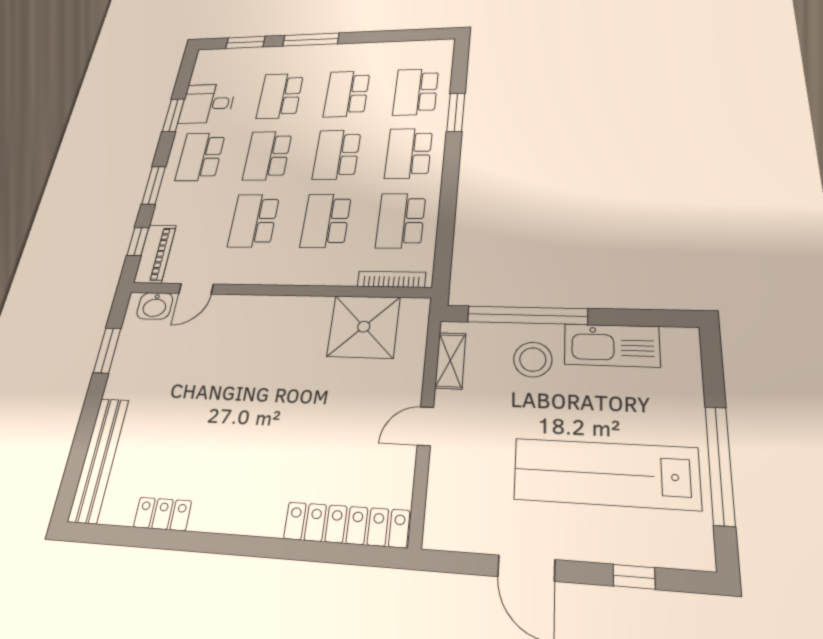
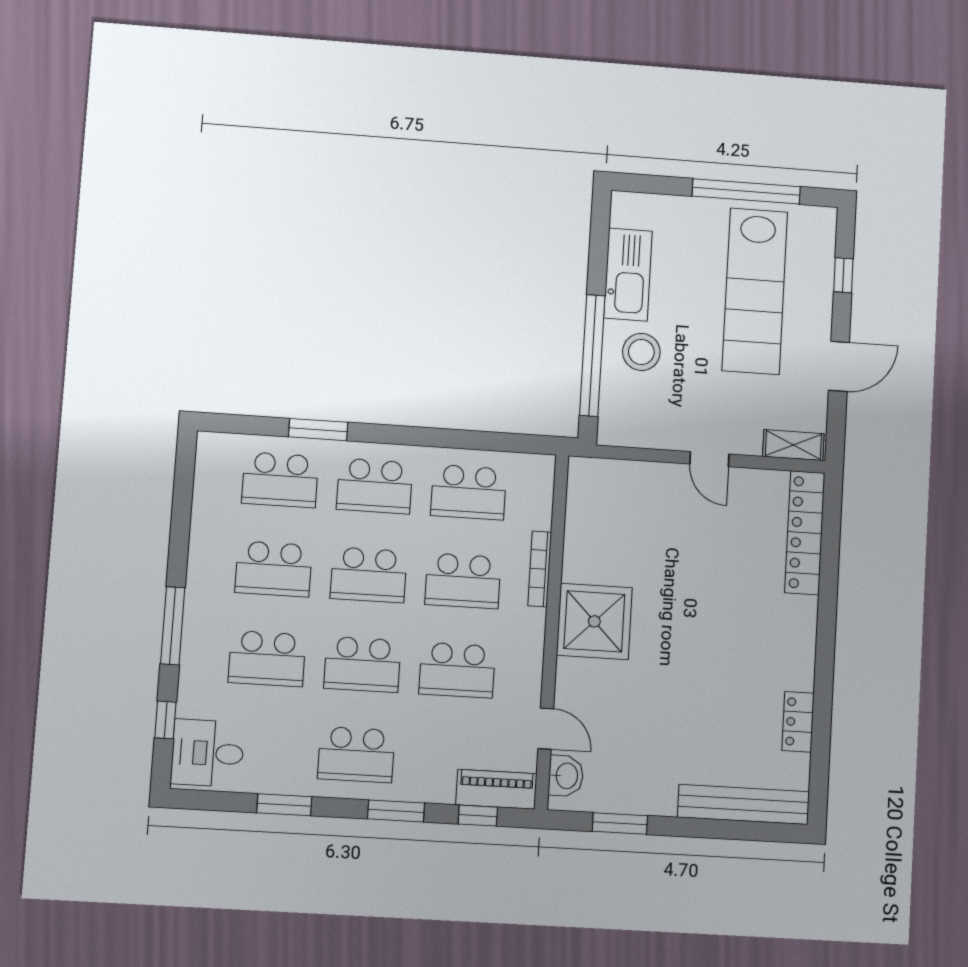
window: (245, 42) -> (165, 720), width x0.67
desk: (207, 104) -> (208, 753), moved, turned 90
bookcase: (392, 279) -> (540, 569), moved
shower: (364, 327) -> (594, 621), moved
shelving: (450, 361) -> (793, 445), moved

